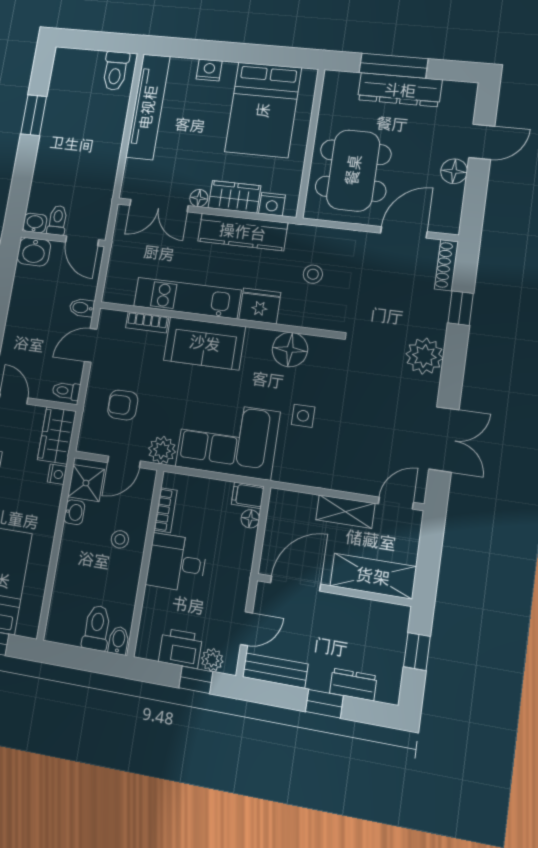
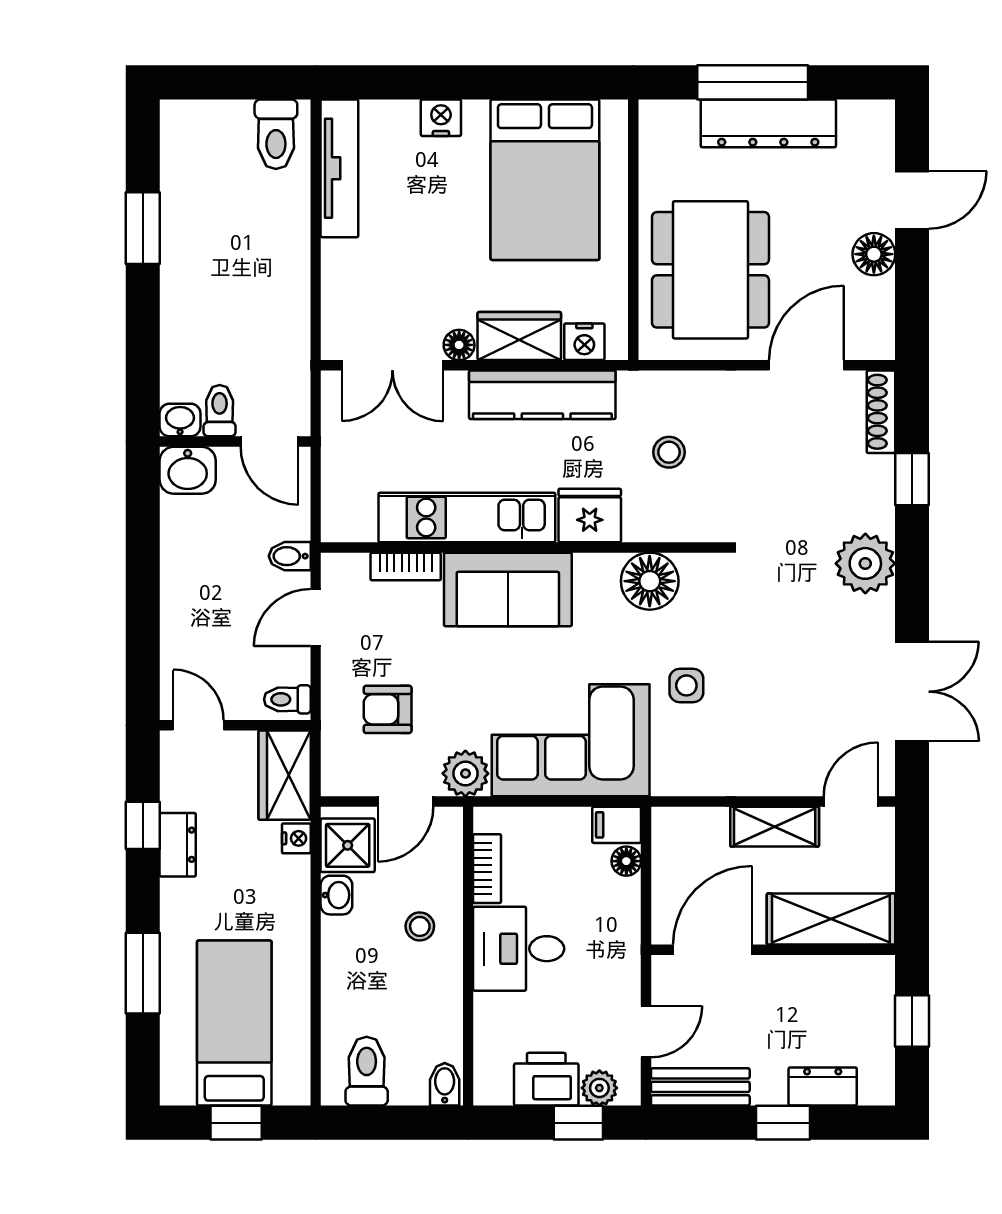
tv unit: (148, 107) -> (339, 168), width x0.73, depth x0.78
toilet: (97, 628) -> (367, 1071), moved

